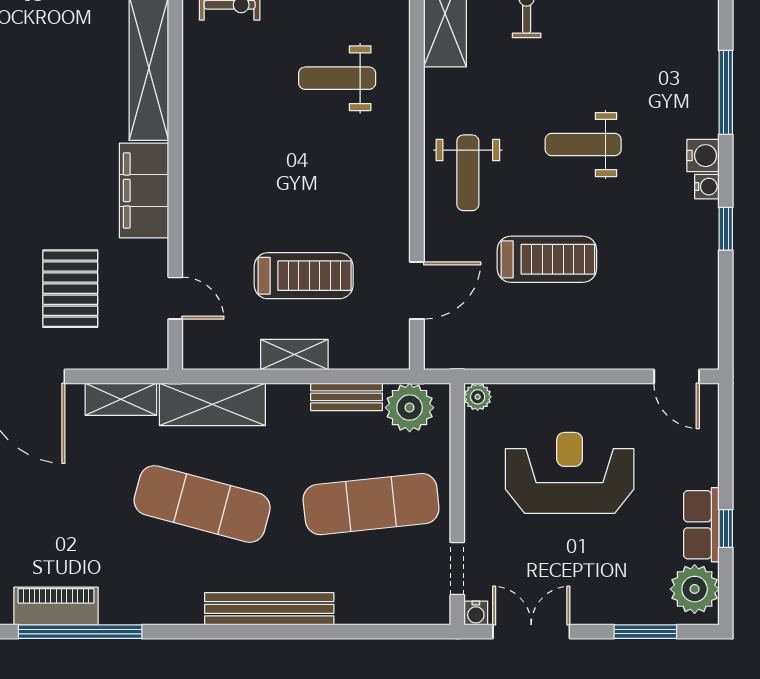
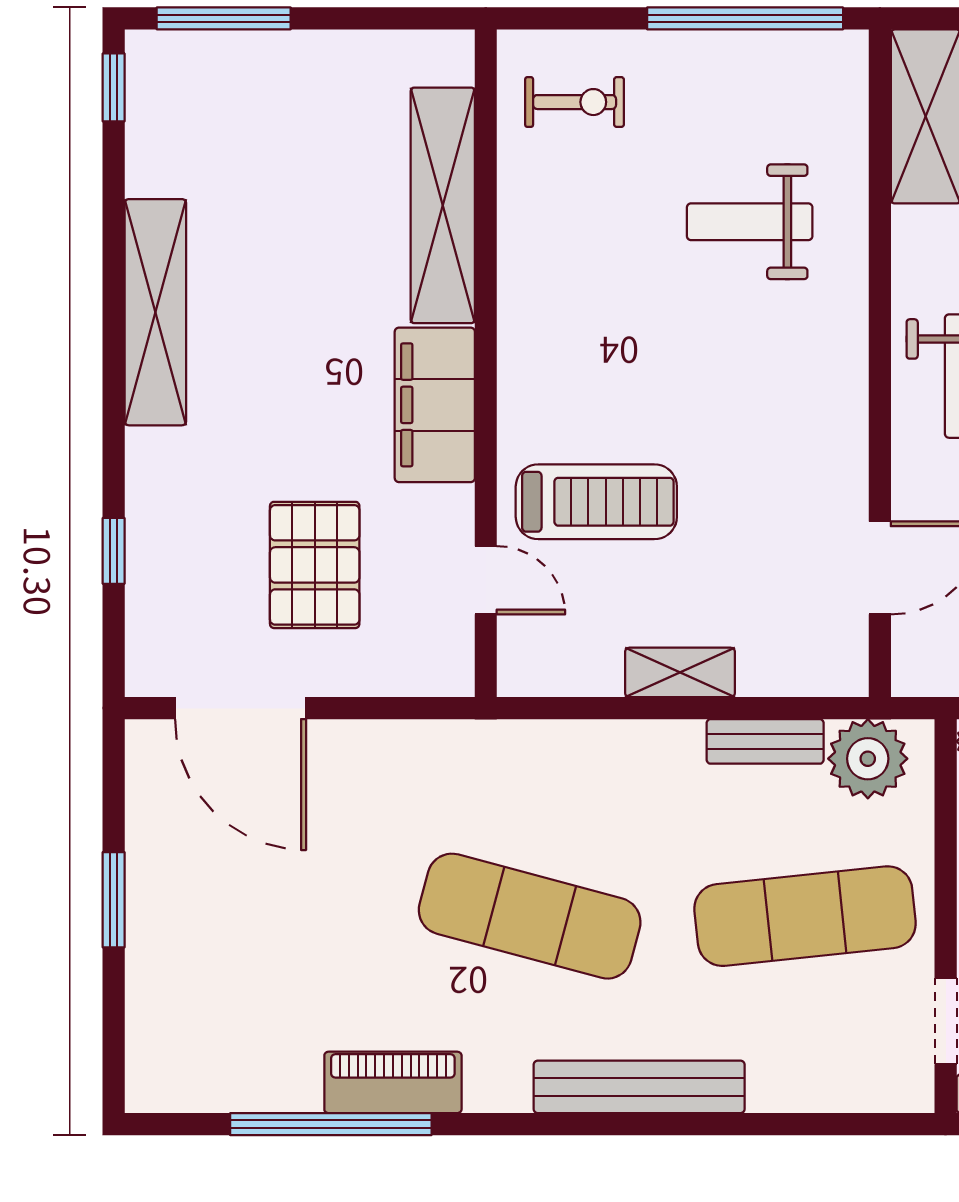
treadmill: (304, 276) -> (596, 502), moved
shelving: (121, 399) -> (397, 745), removed
shelving: (212, 404) -> (546, 754), removed
piano: (56, 606) -> (393, 1082), moved

